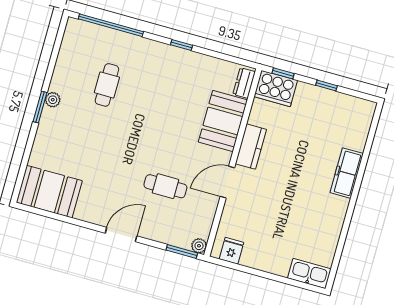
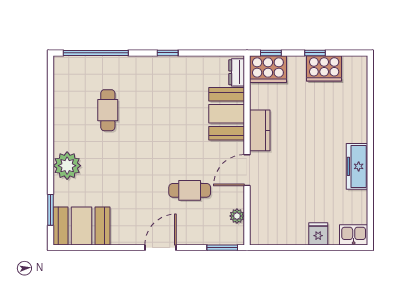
plant: (53, 100) -> (67, 166), moved, width x1.88, depth x1.88
cooker: (331, 103) -> (324, 68), added
window: (40, 107) -> (51, 210), moved
freezer: (347, 173) -> (357, 166), moved
plant: (199, 246) -> (237, 216), moved
fridge: (231, 251) -> (318, 234), moved
kitchen sink: (309, 274) -> (354, 235), width x0.73

